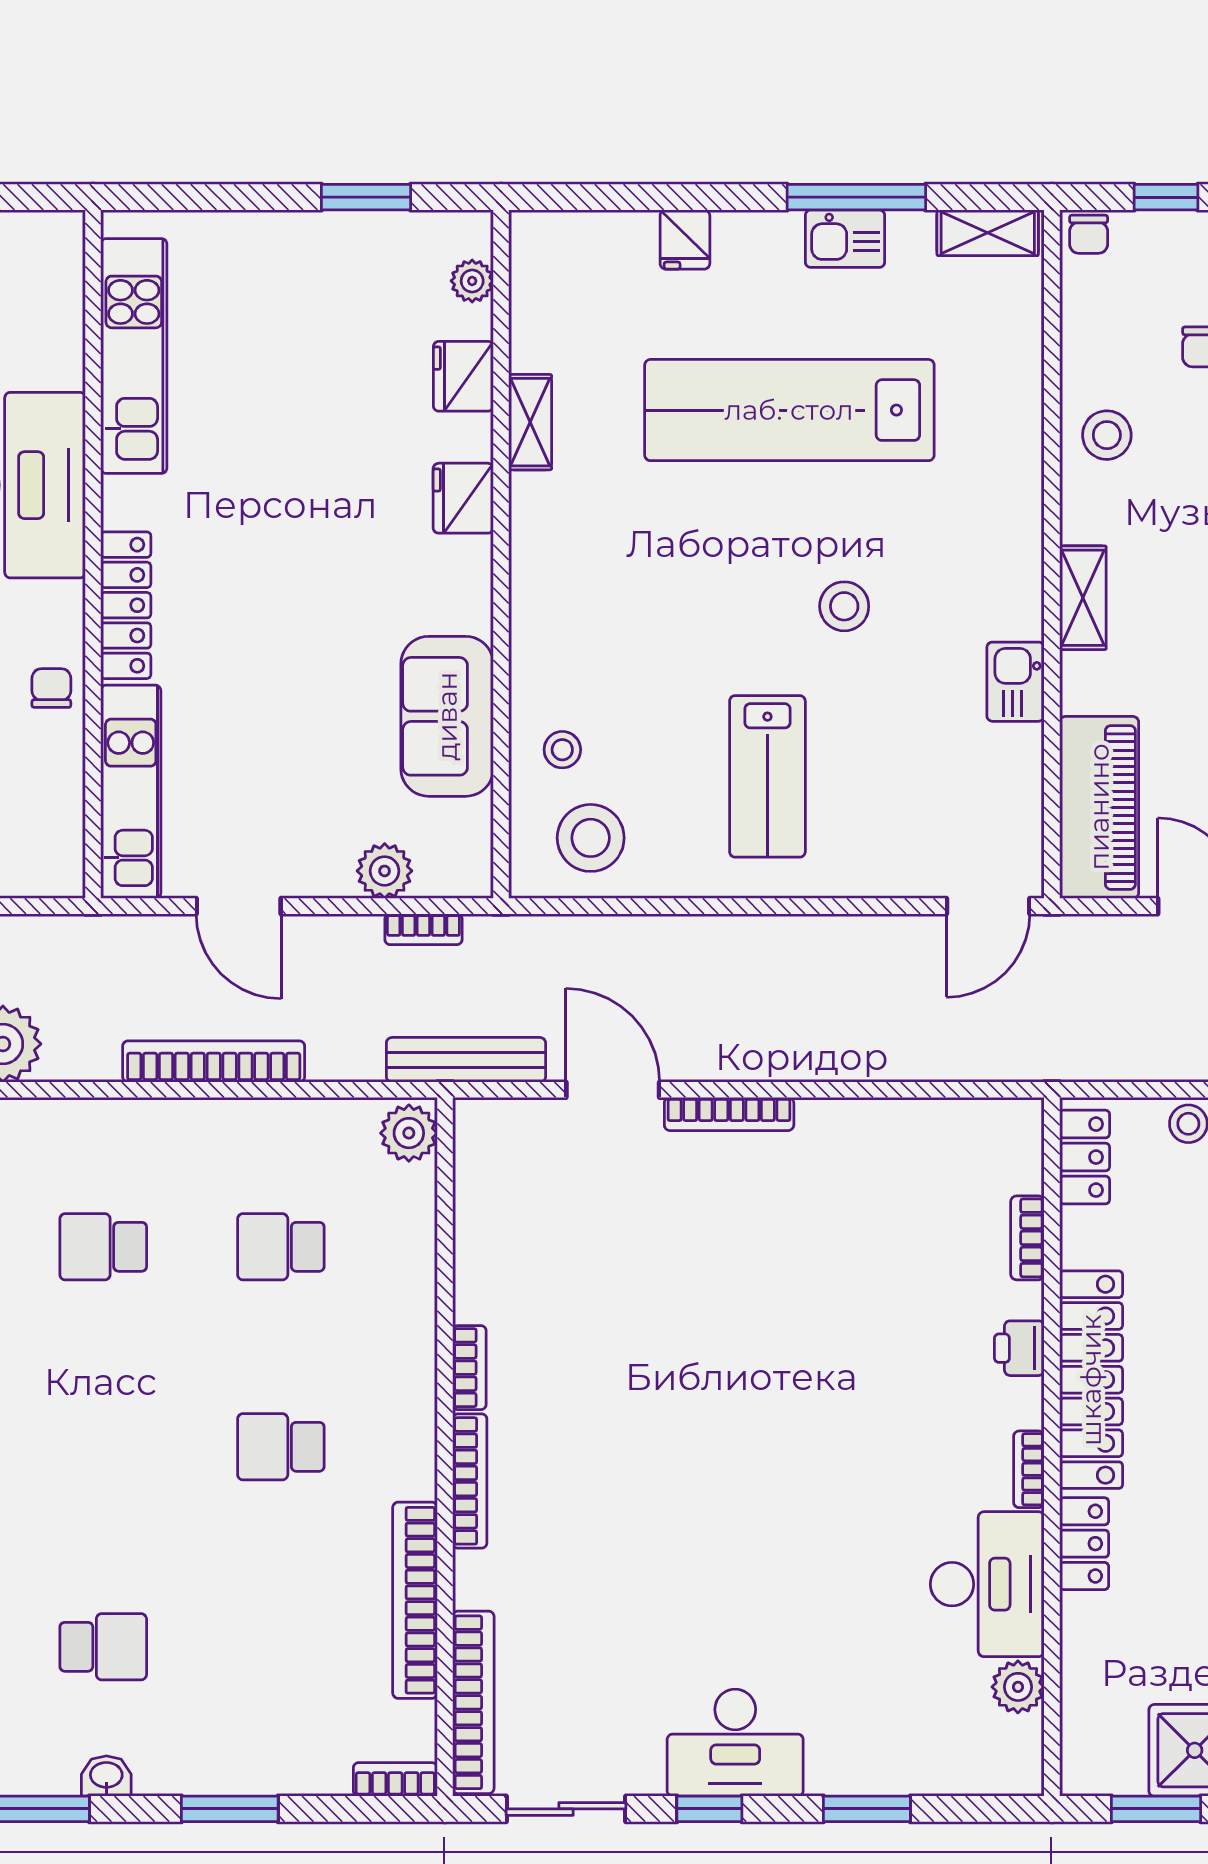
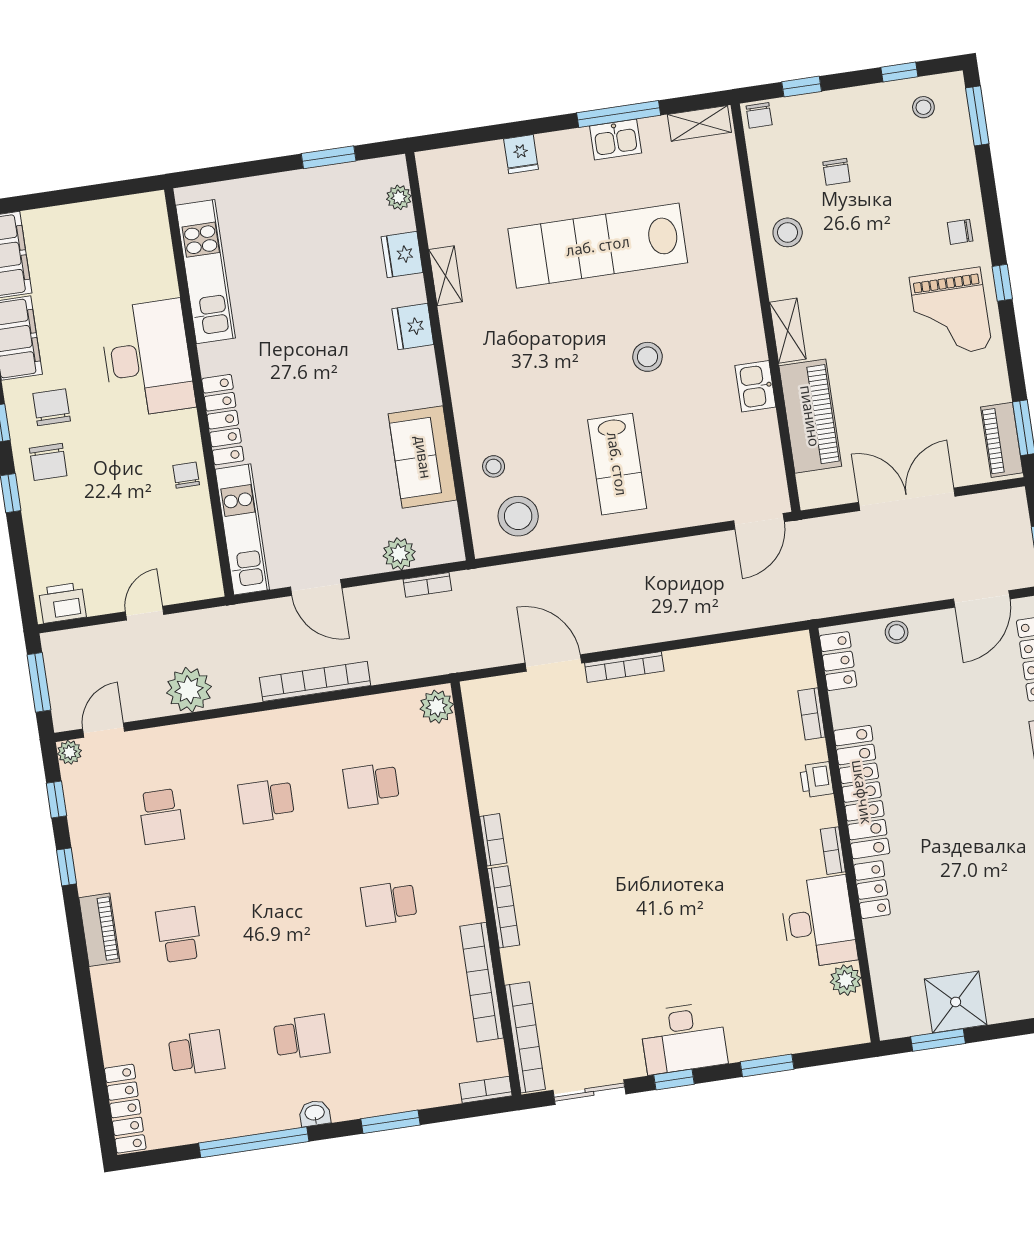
piano: (1099, 807) -> (810, 416), moved
bench: (466, 1060) -> (464, 658), removed

